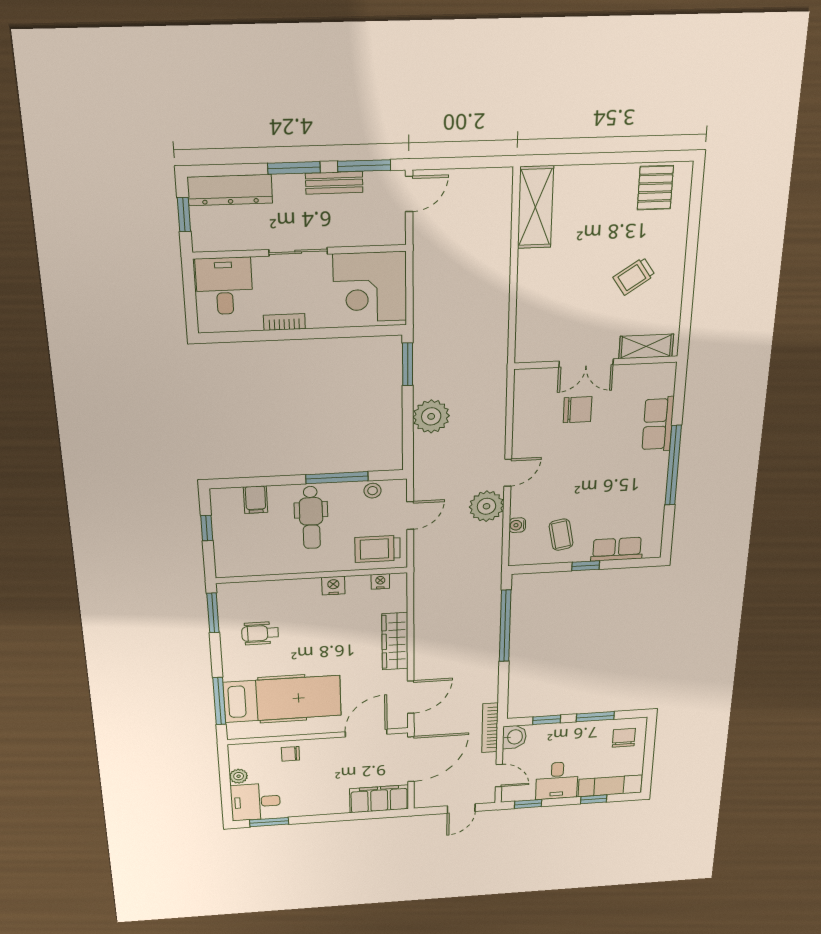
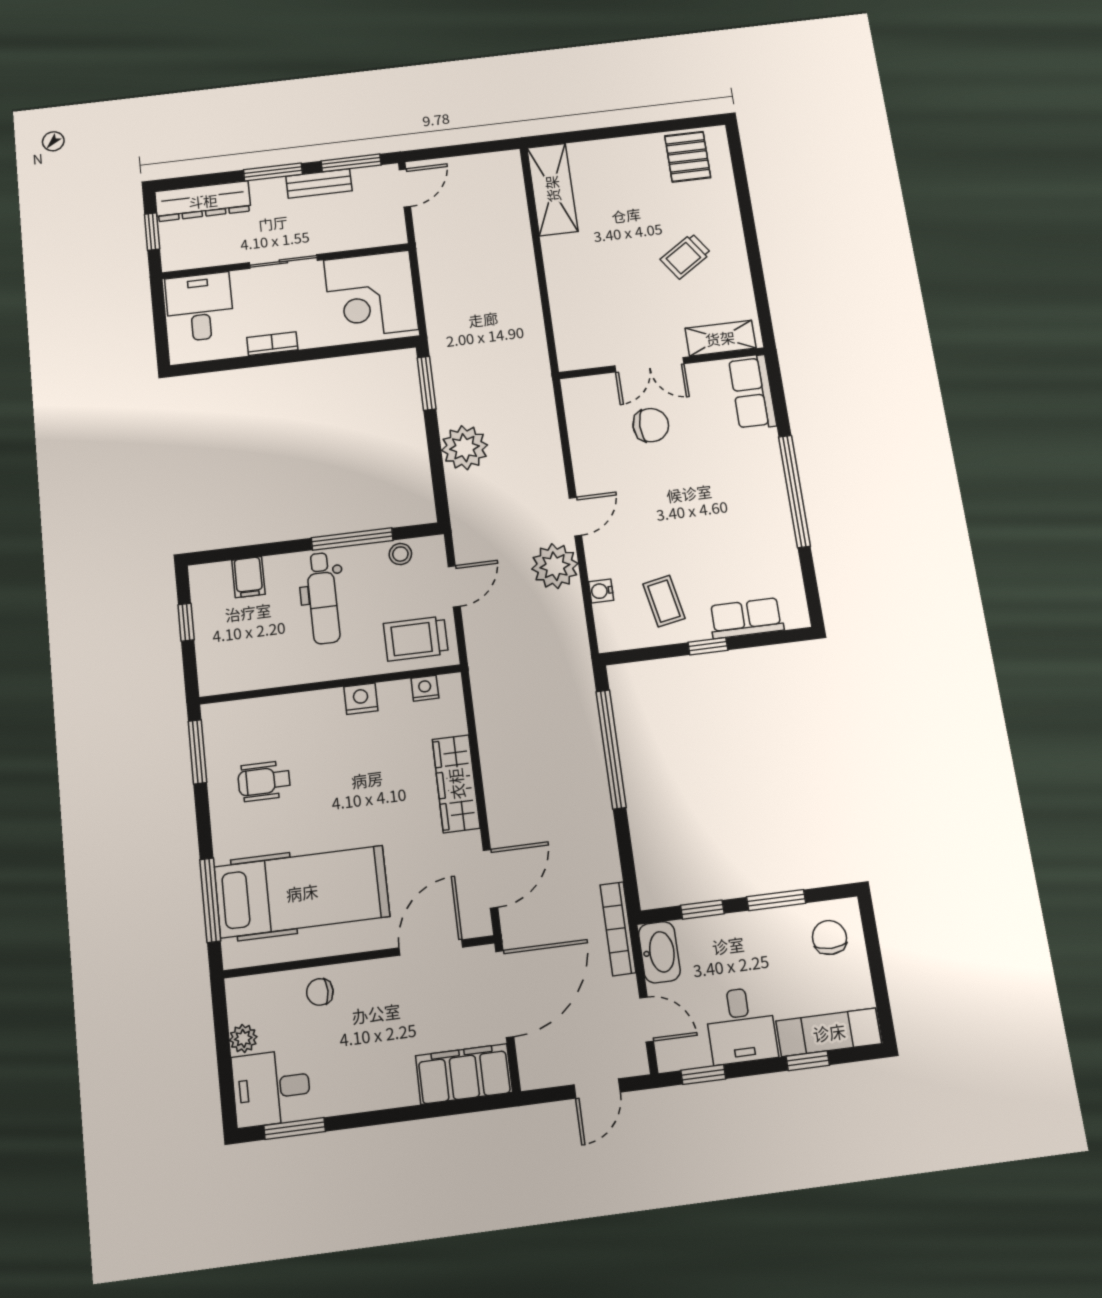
row of seats: (658, 424) -> (753, 392), moved
washbasin: (514, 737) -> (659, 952), width x1.38

